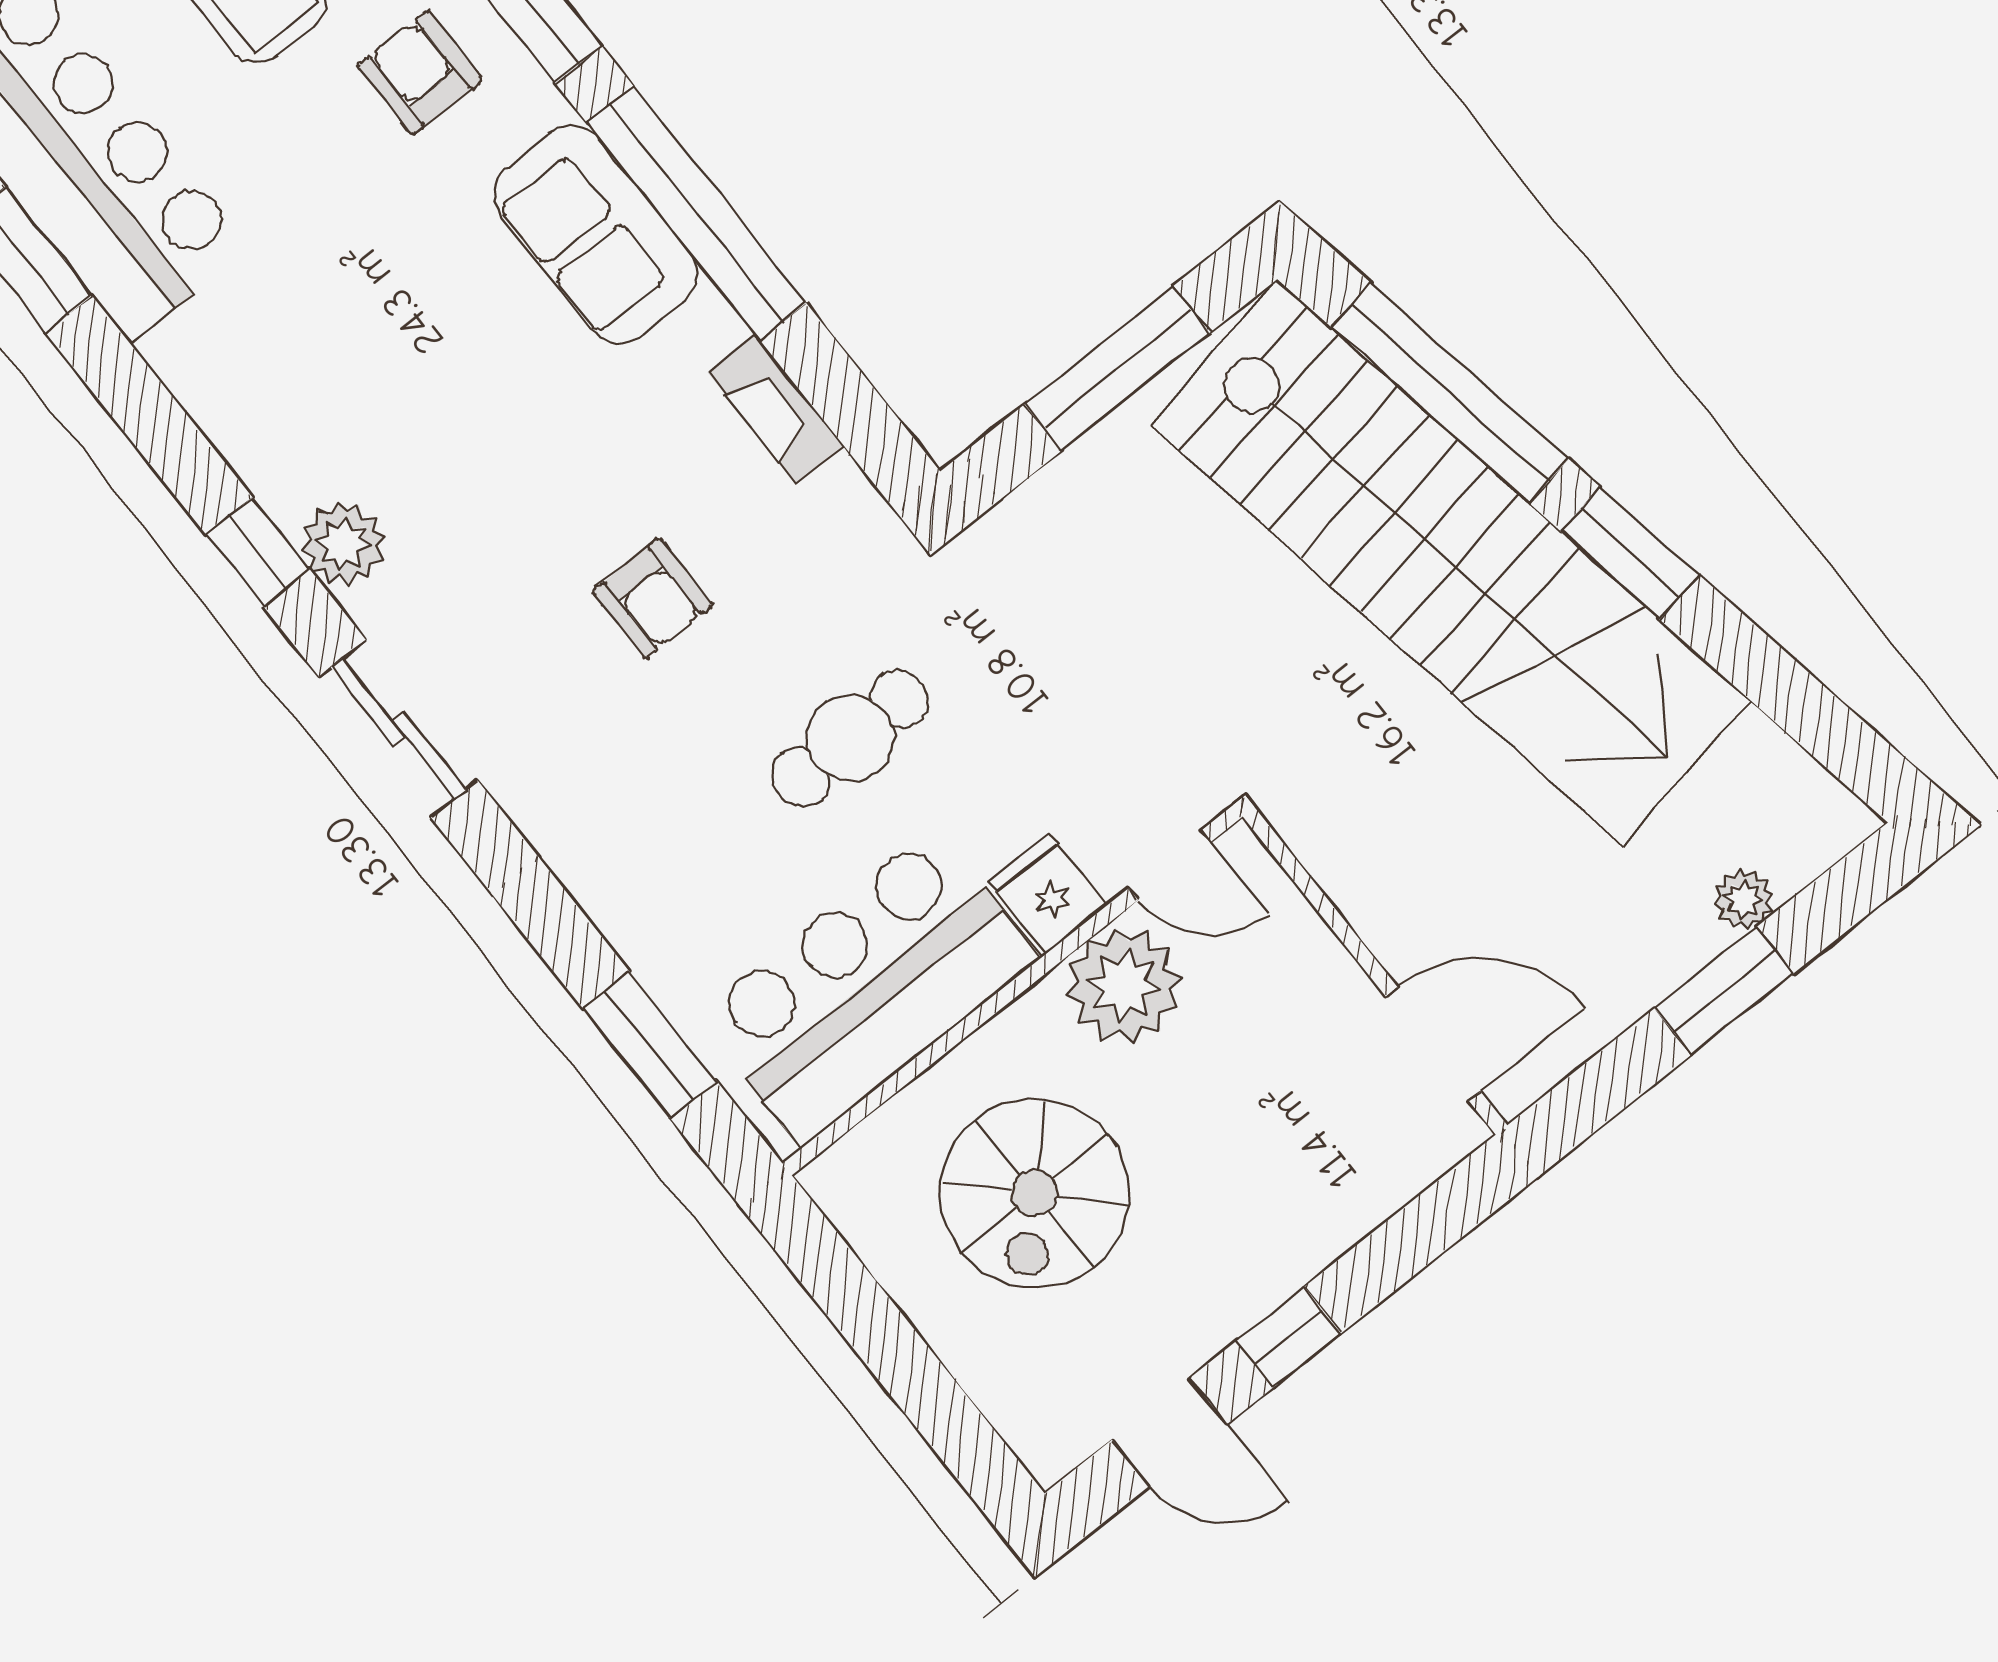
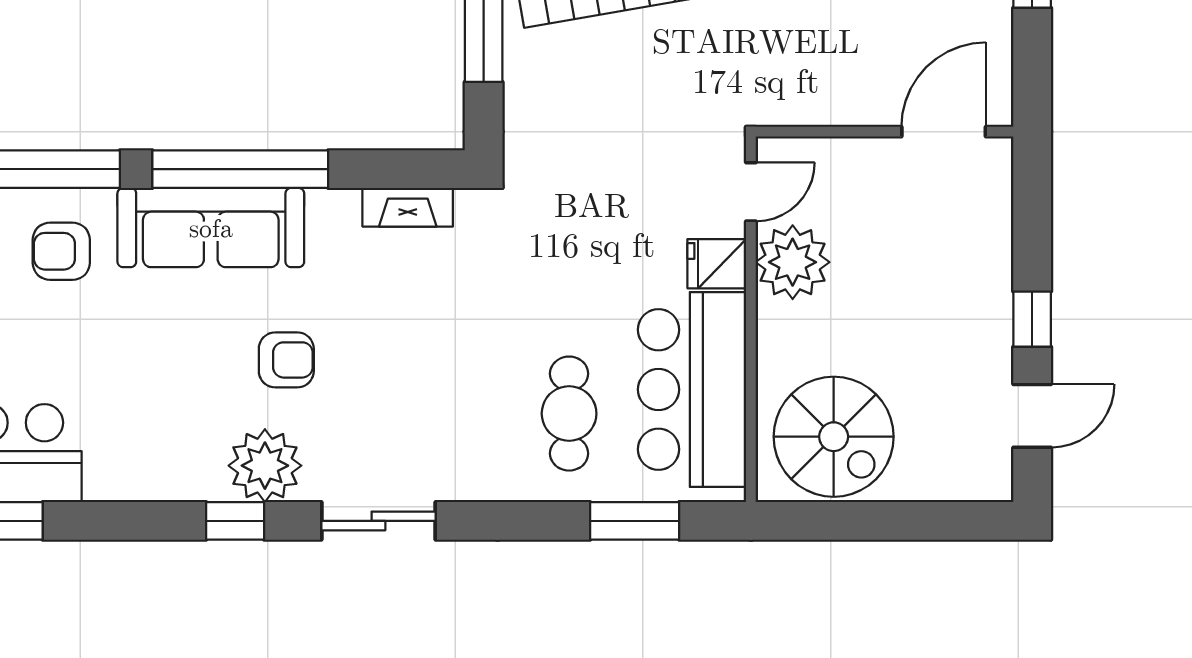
sofa: (596, 234) -> (211, 228), width x1.36
fireplace: (776, 409) -> (408, 207), moved
plant: (343, 544) -> (265, 466), width x1.36, depth x1.36
armchair: (653, 598) -> (286, 360), moved
cafe table: (850, 738) -> (569, 414), moved
spiral stairs: (1034, 1193) -> (834, 437), moved

